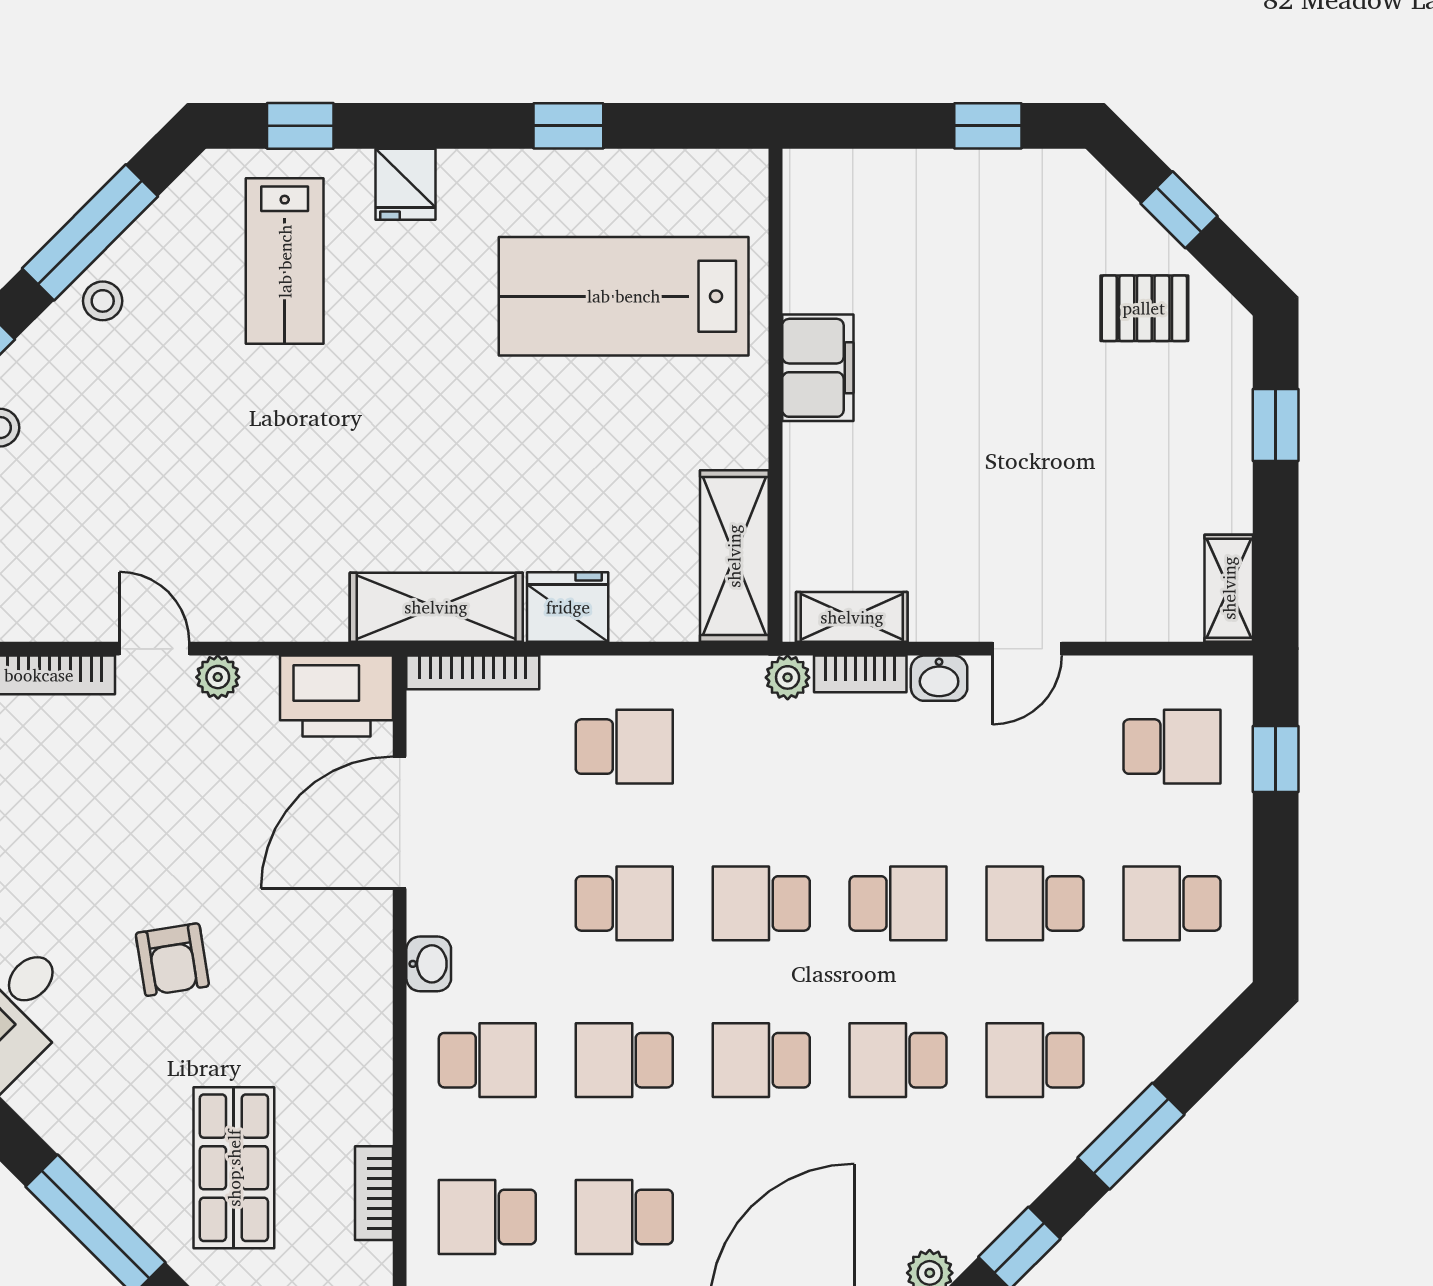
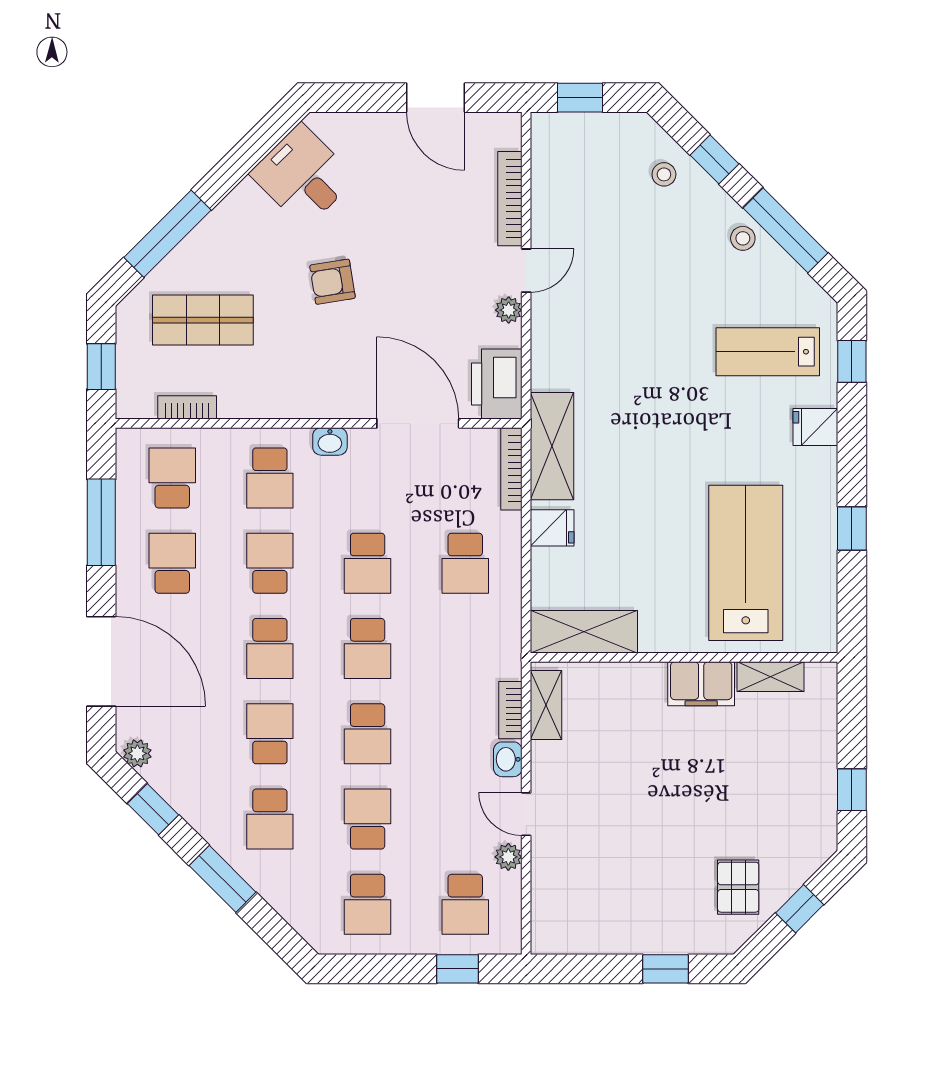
shelving: (1229, 588) -> (771, 677), moved
fridge: (568, 607) -> (552, 528), width x0.72
plant: (788, 677) -> (508, 857), moved
school desk: (761, 903) -> (368, 648), turned 180
school desk: (1172, 903) -> (368, 904), turned 180
school desk: (761, 1060) -> (270, 648), turned 180
school desk: (1035, 1060) -> (270, 819), turned 180

